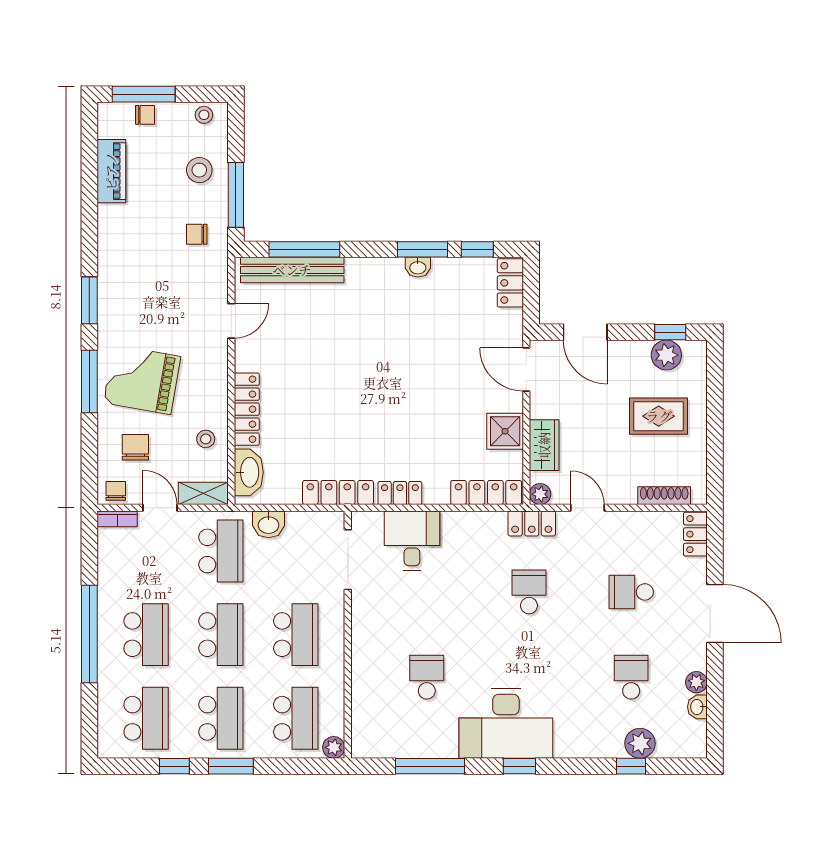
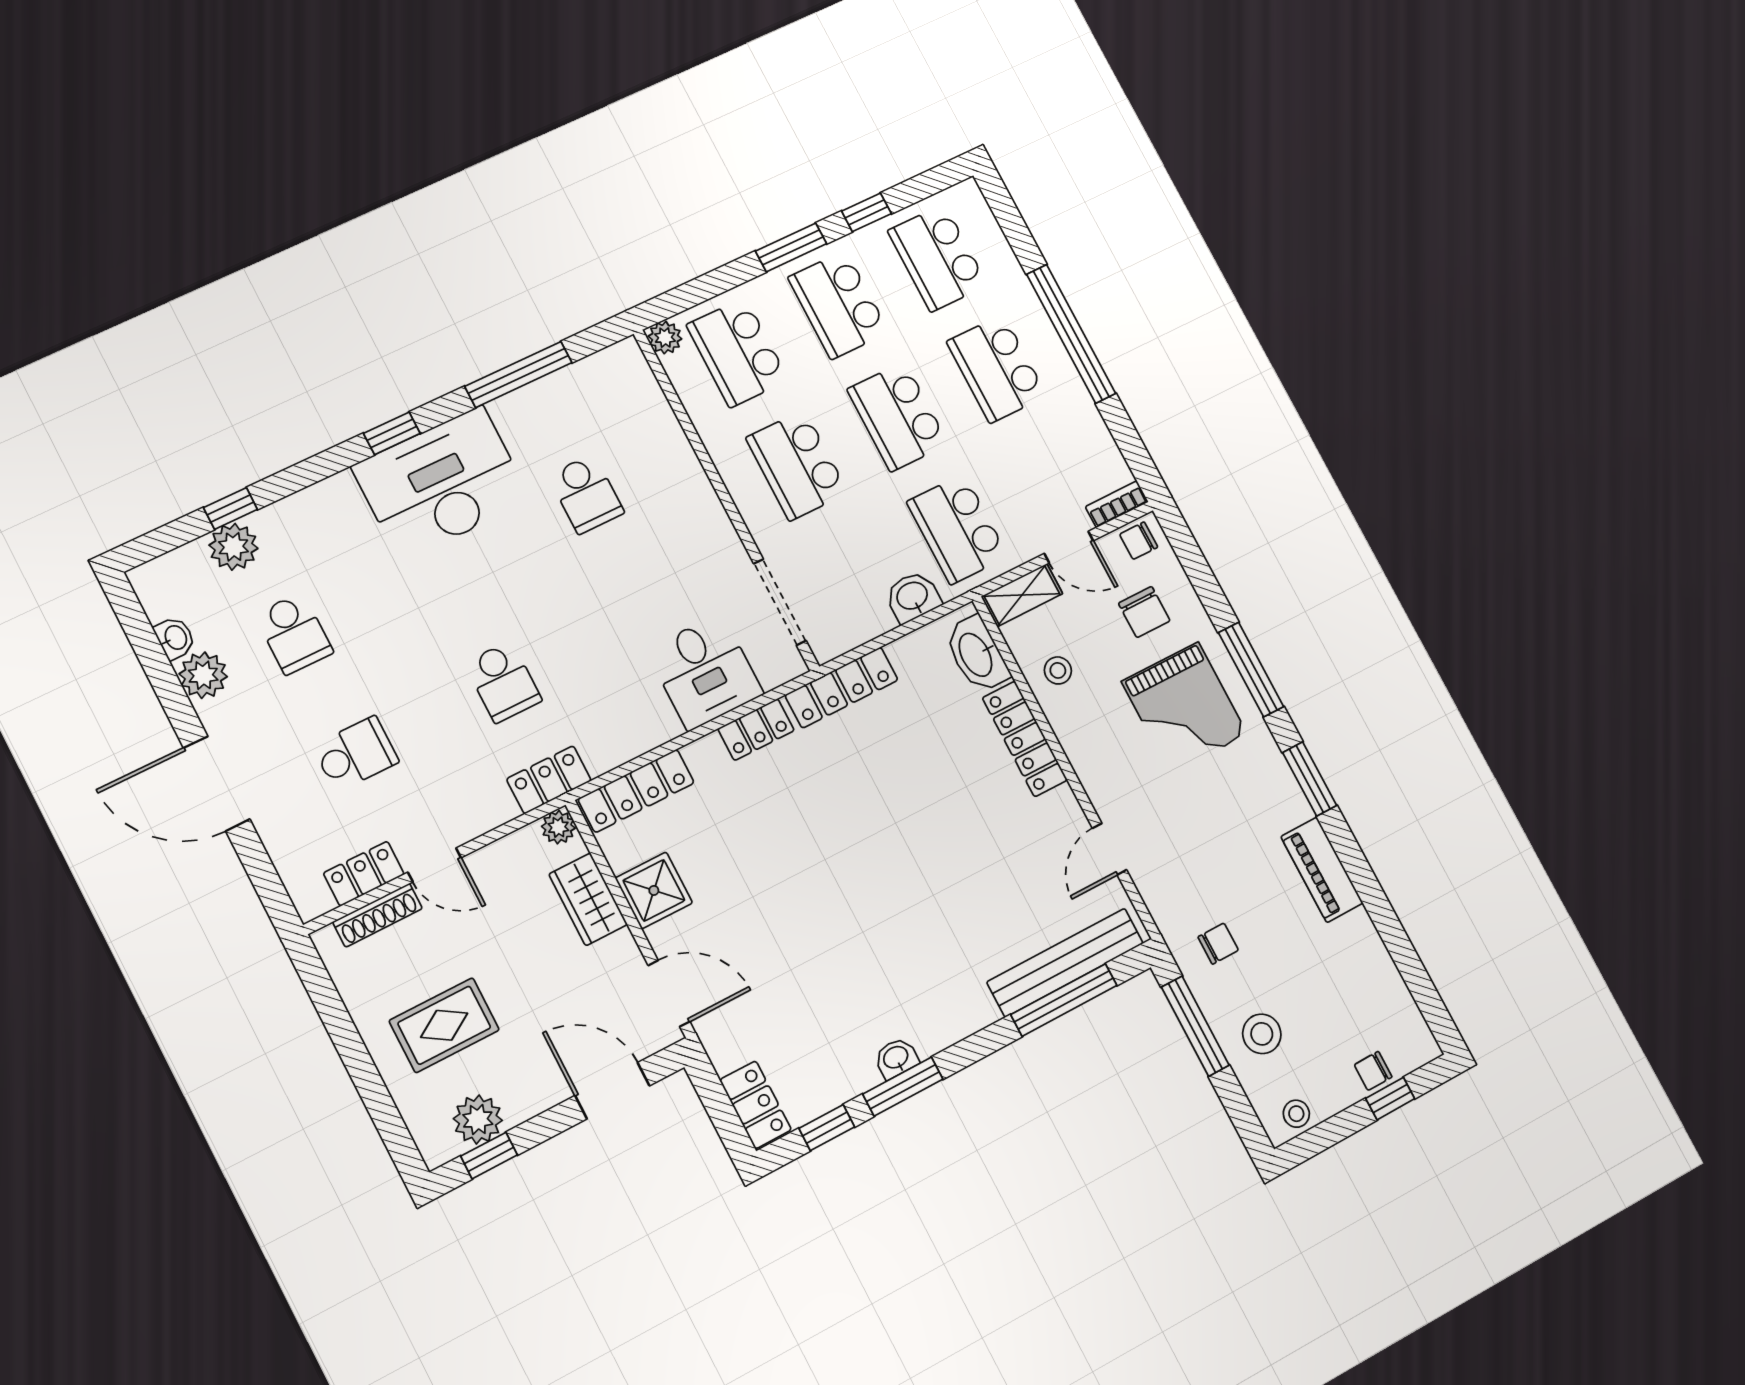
window: (144, 94) -> (1390, 1098), width x0.46
piano: (111, 171) -> (1322, 870), moved
grand piano: (142, 380) -> (1184, 708), turned 80
chair: (116, 491) -> (1139, 541), turned 90
door: (587, 508) -> (434, 865), moved
locker: (695, 534) -> (364, 874), moved, turned -90
plant: (696, 682) -> (203, 675), width x1.38, depth x1.38

